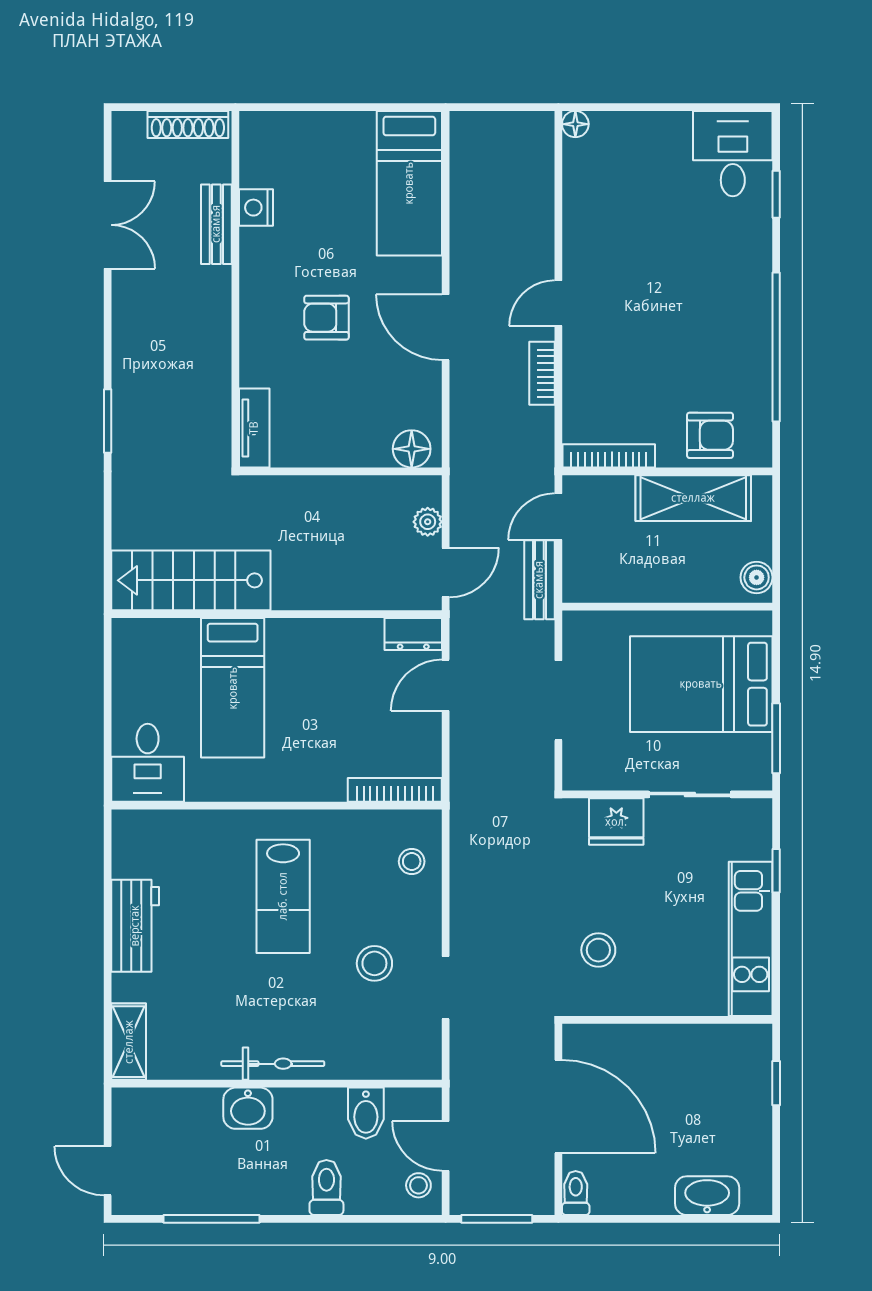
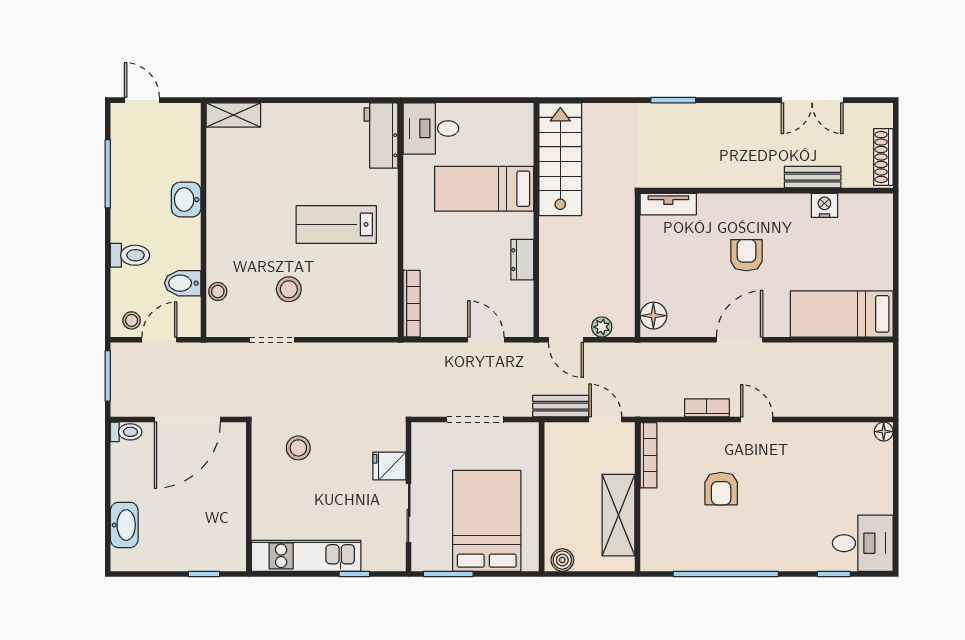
armchair: (710, 435) -> (721, 489), moved
dresser: (413, 634) -> (522, 260), moved
fridge: (616, 822) -> (389, 466), width x0.72
stool: (412, 861) -> (218, 291), moved
workbench: (135, 926) -> (381, 135), moved, turned 90
bicycle: (273, 1064) -> (218, 217), removed
door: (108, 1171) -> (142, 100), hinge flipped

